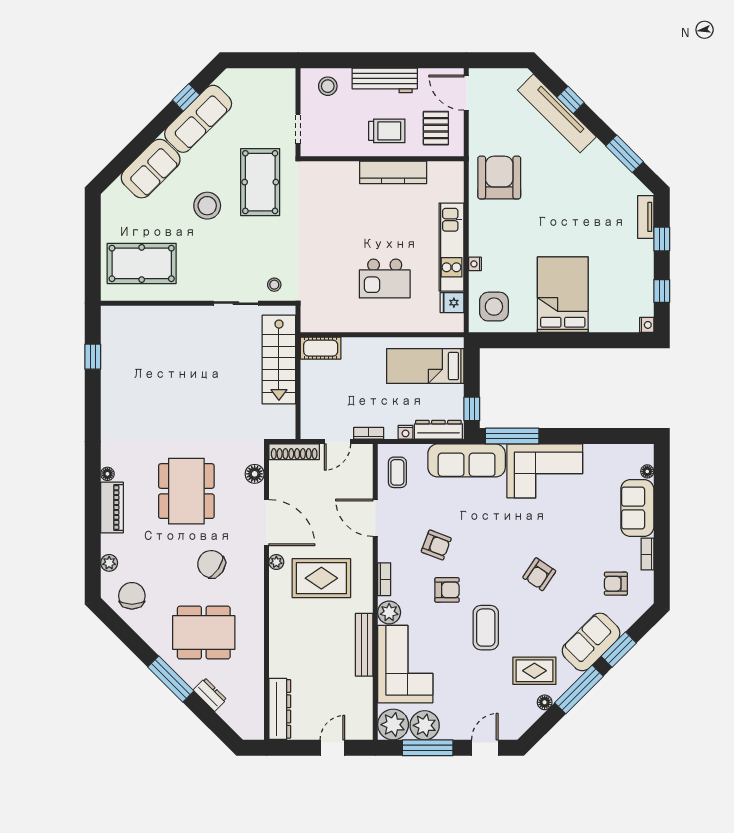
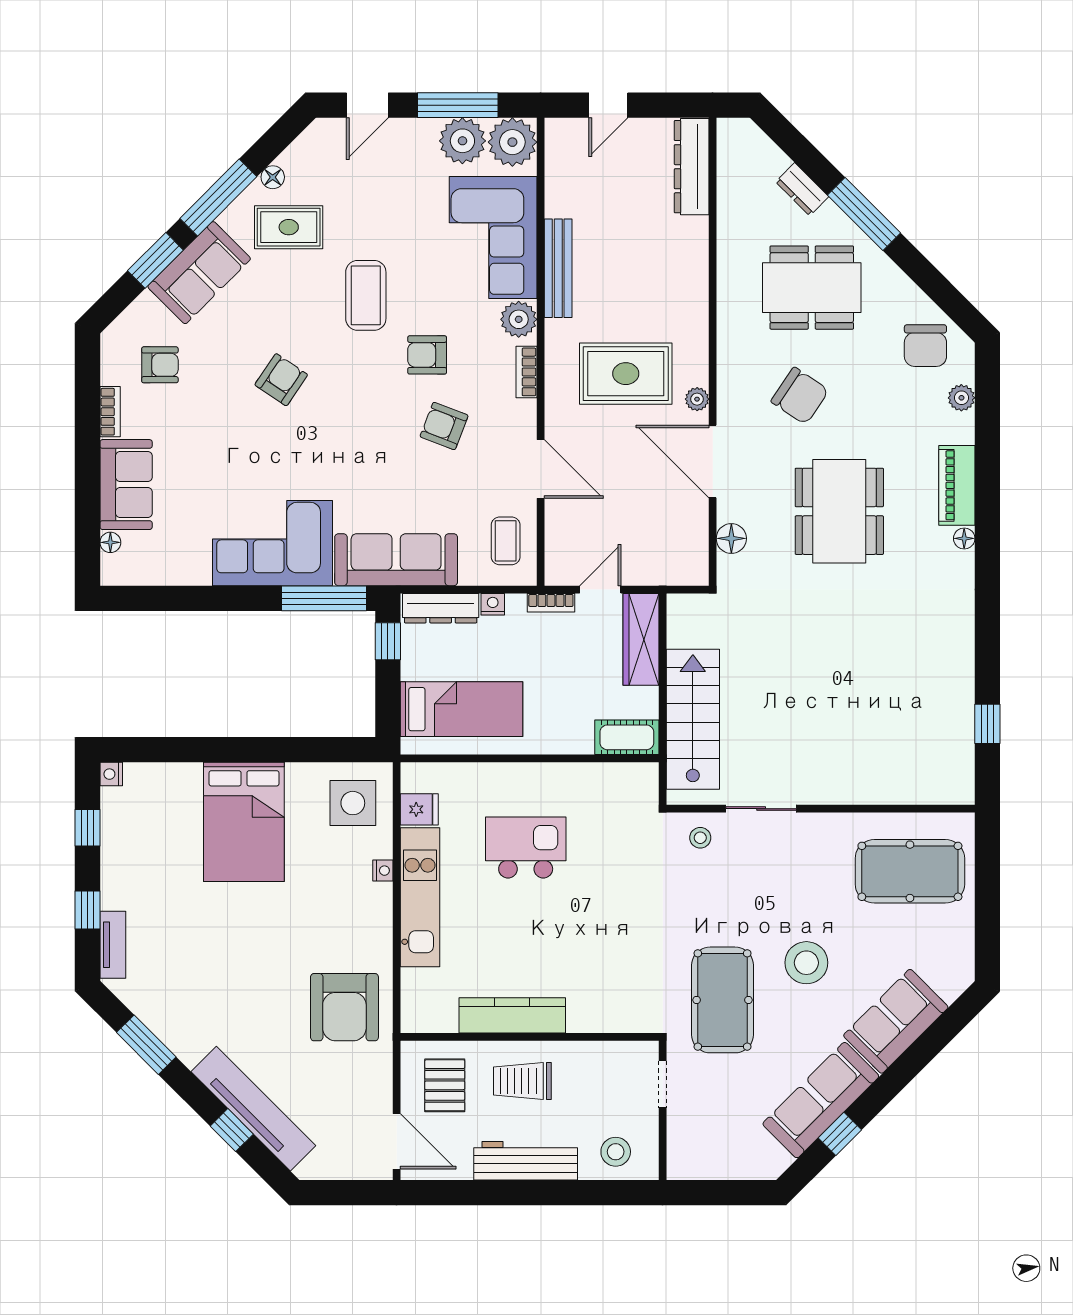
wardrobe: (312, 410) -> (641, 639), added
shoe rack: (294, 452) -> (669, 573), removed

